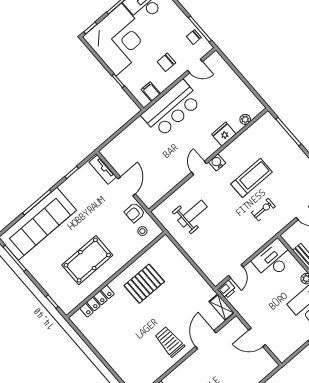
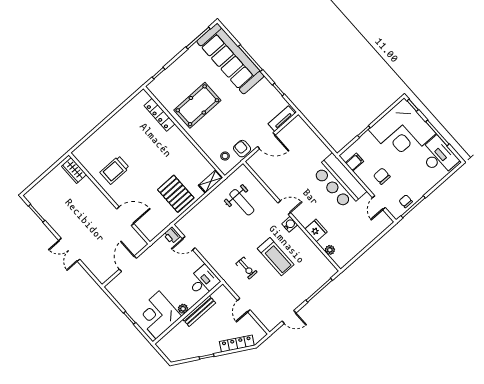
pool table: (87, 260) -> (197, 105), turned 90
desk: (273, 260) -> (203, 281), width x0.73
pallet: (144, 284) -> (176, 194), moved
shelving: (222, 307) -> (211, 182), moved
trolley: (170, 342) -> (115, 170), moved, turned 180

